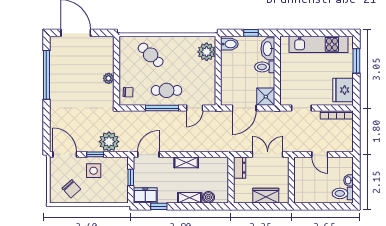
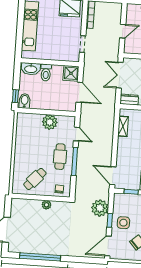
window: (251, 33) -> (15, 96), moved
plant: (207, 52) -> (50, 122), moved
cafe table: (151, 55) -> (35, 179), moved
shelving: (186, 162) -> (123, 126), moved

